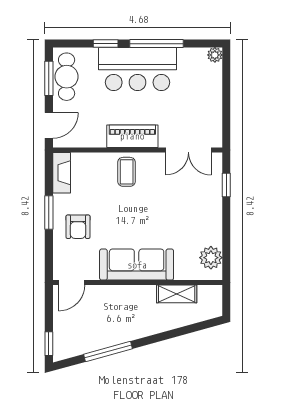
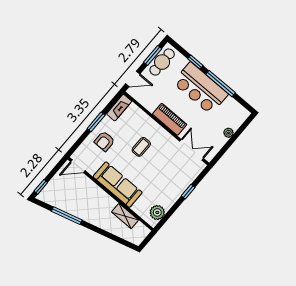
plant: (215, 55) -> (229, 133), moved
double door: (188, 150) -> (192, 150), swing flipped
coffee table: (127, 172) -> (141, 147), moved
window: (226, 185) -> (188, 192), moved

